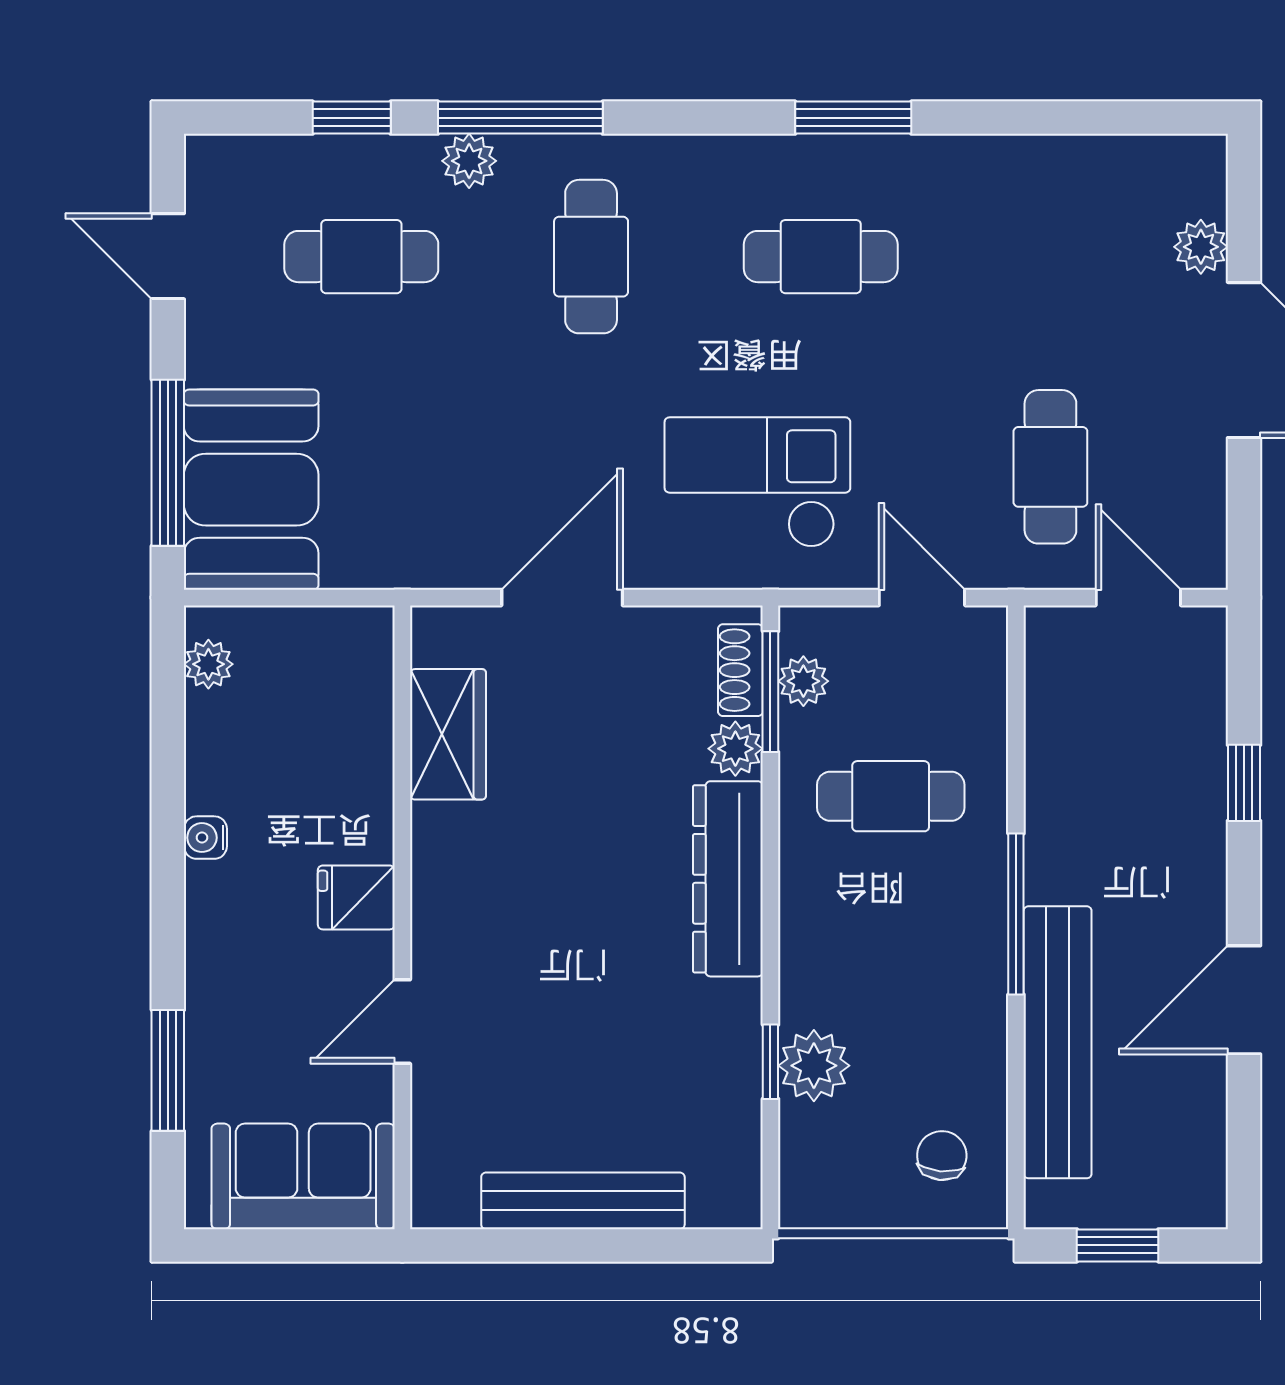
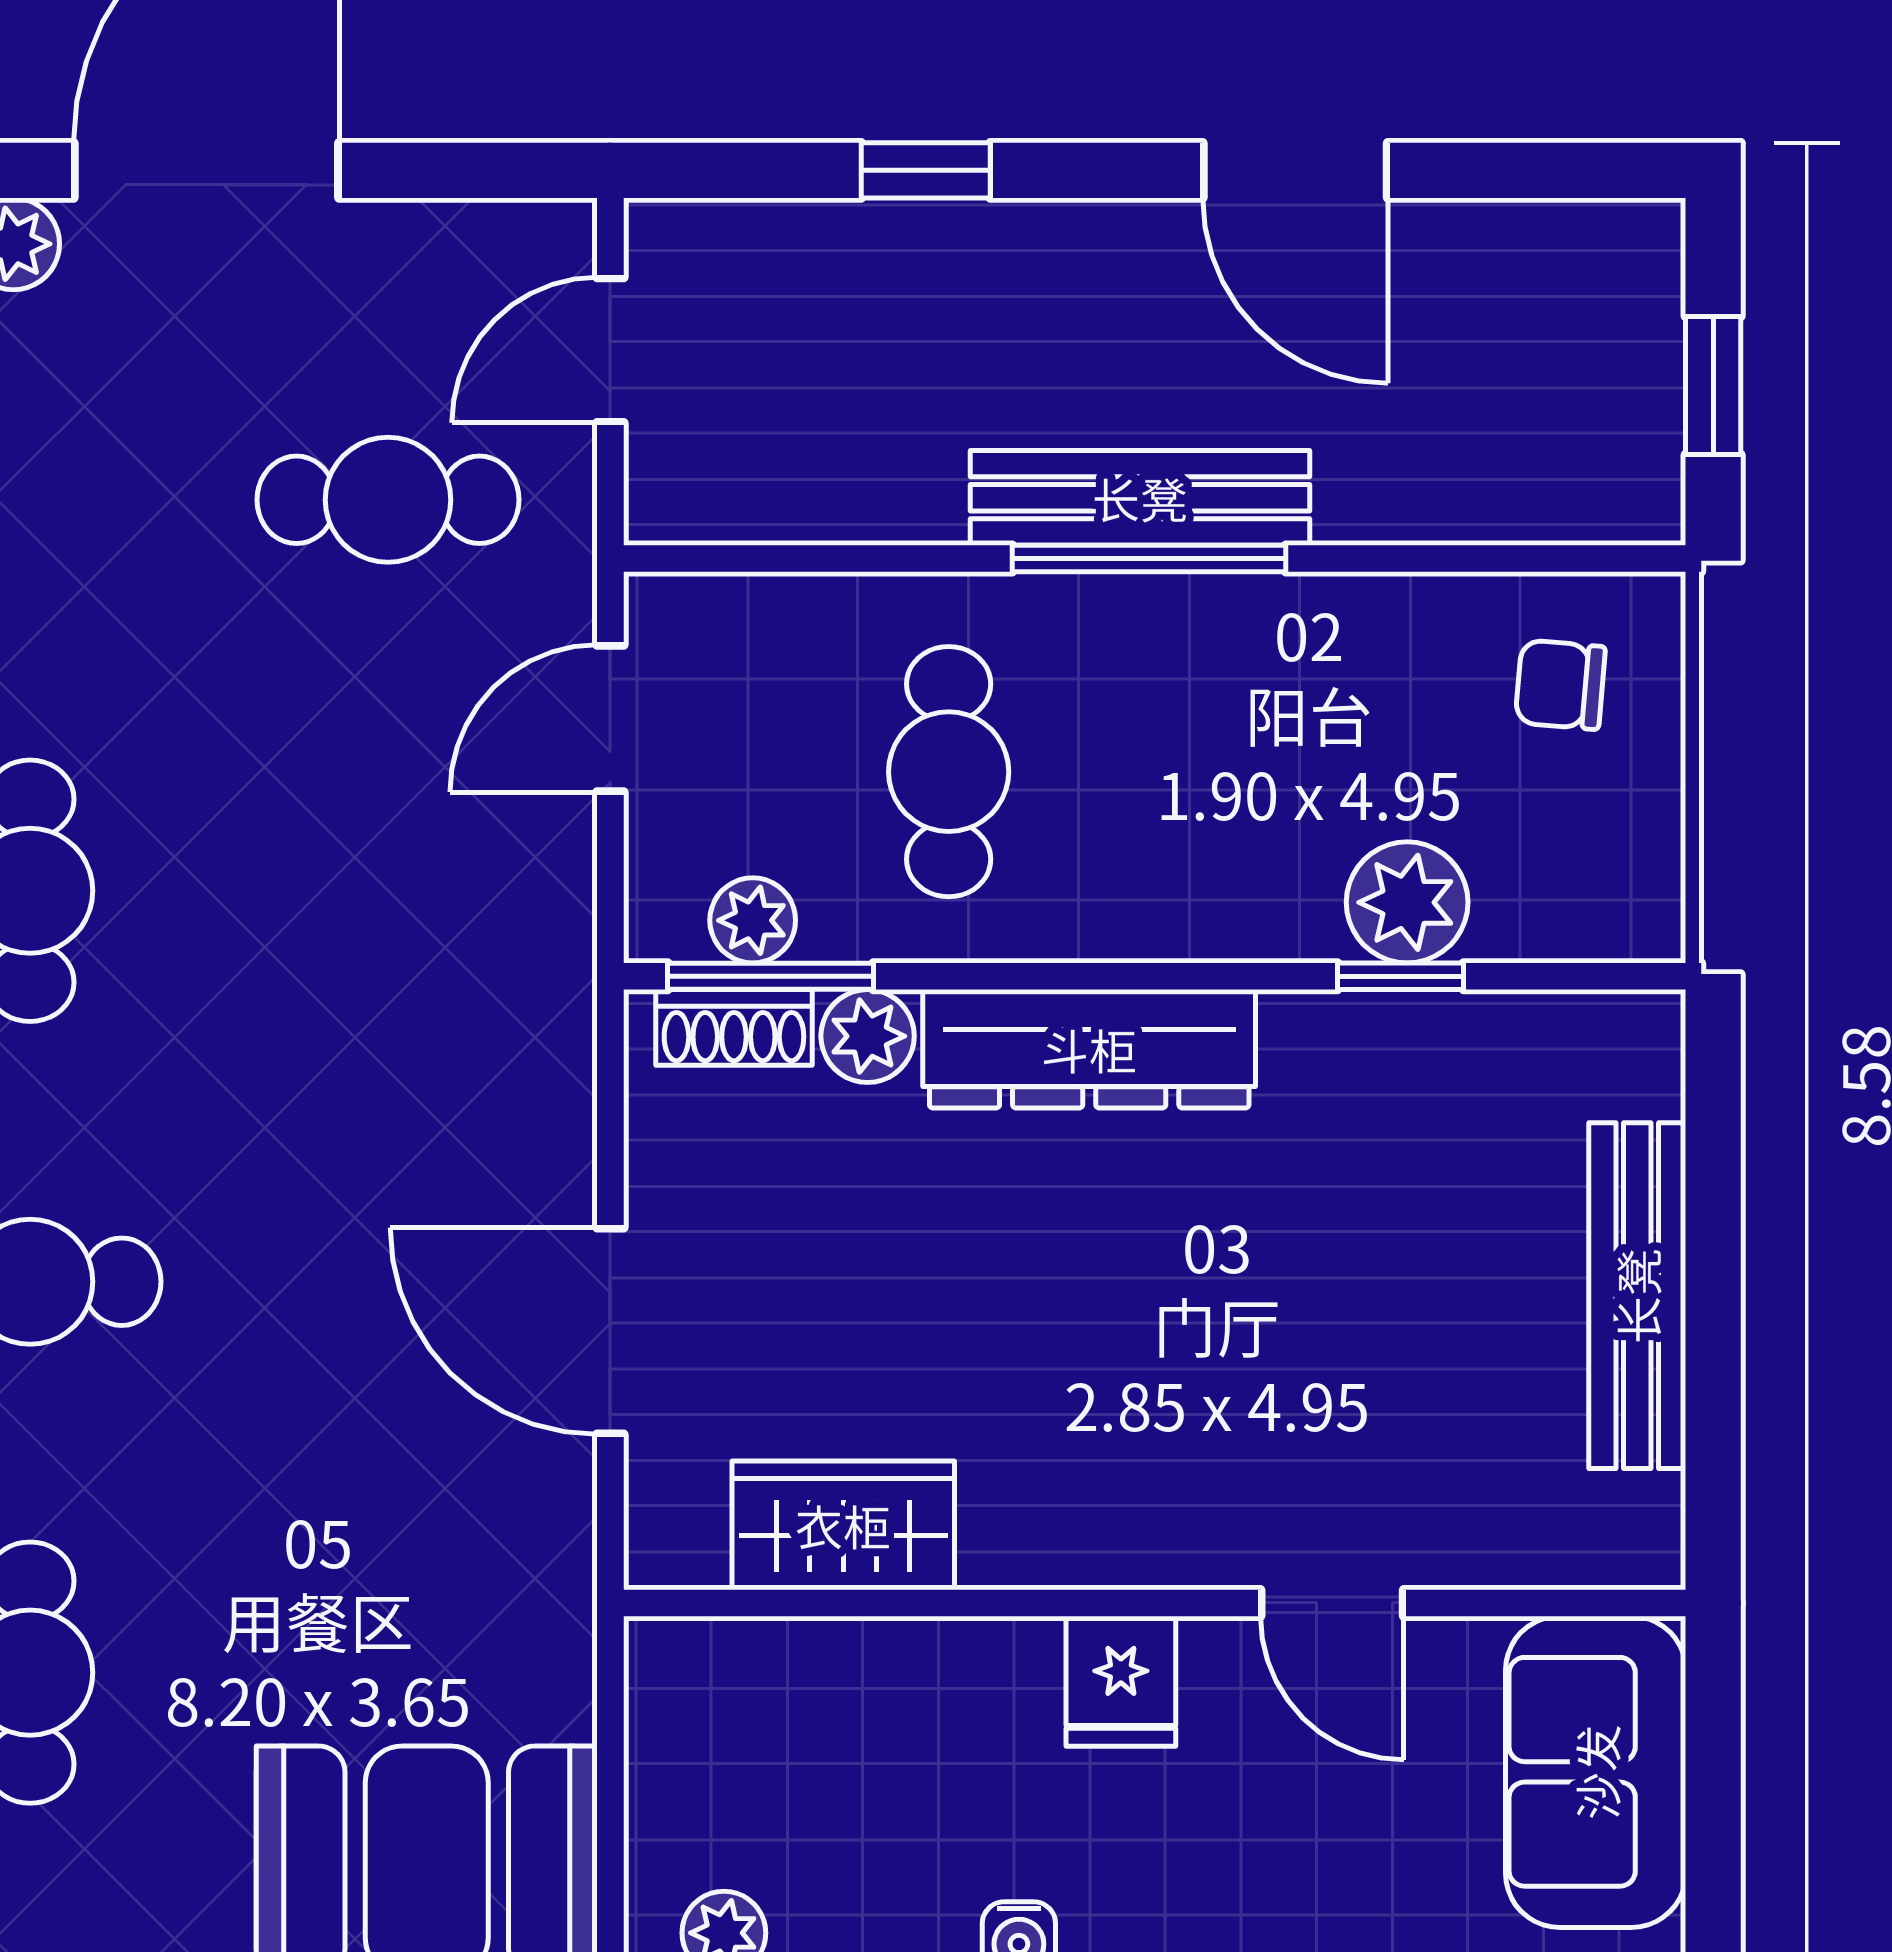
checkout: (757, 482) -> (414, 999), removed
bench: (1058, 1042) -> (1140, 498), moved, width x0.73, depth x0.82

